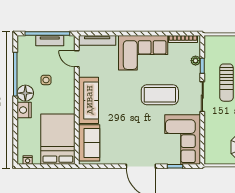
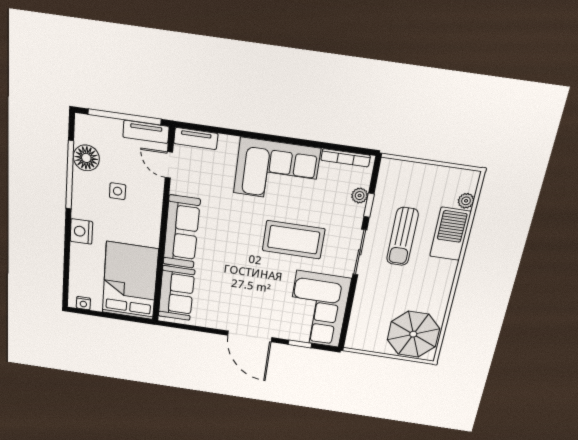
tv unit: (97, 40) -> (196, 139), width x0.71
tv unit: (50, 41) -> (146, 132), moved
floor lamp: (25, 93) -> (86, 158), moved

